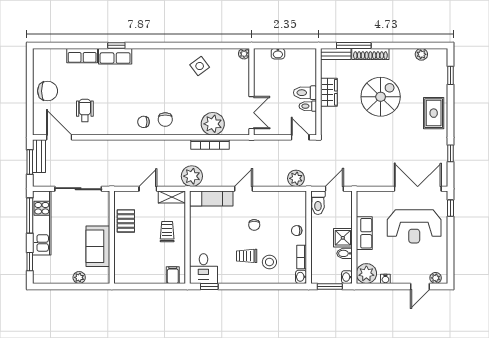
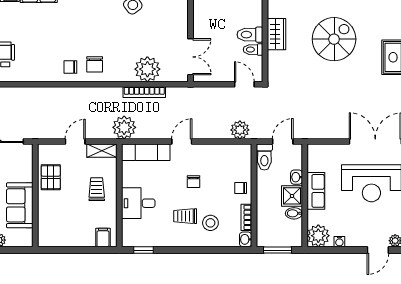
desk: (203, 269) -> (138, 203), moved, turned 90
washbasin: (347, 277) -> (297, 177), moved

